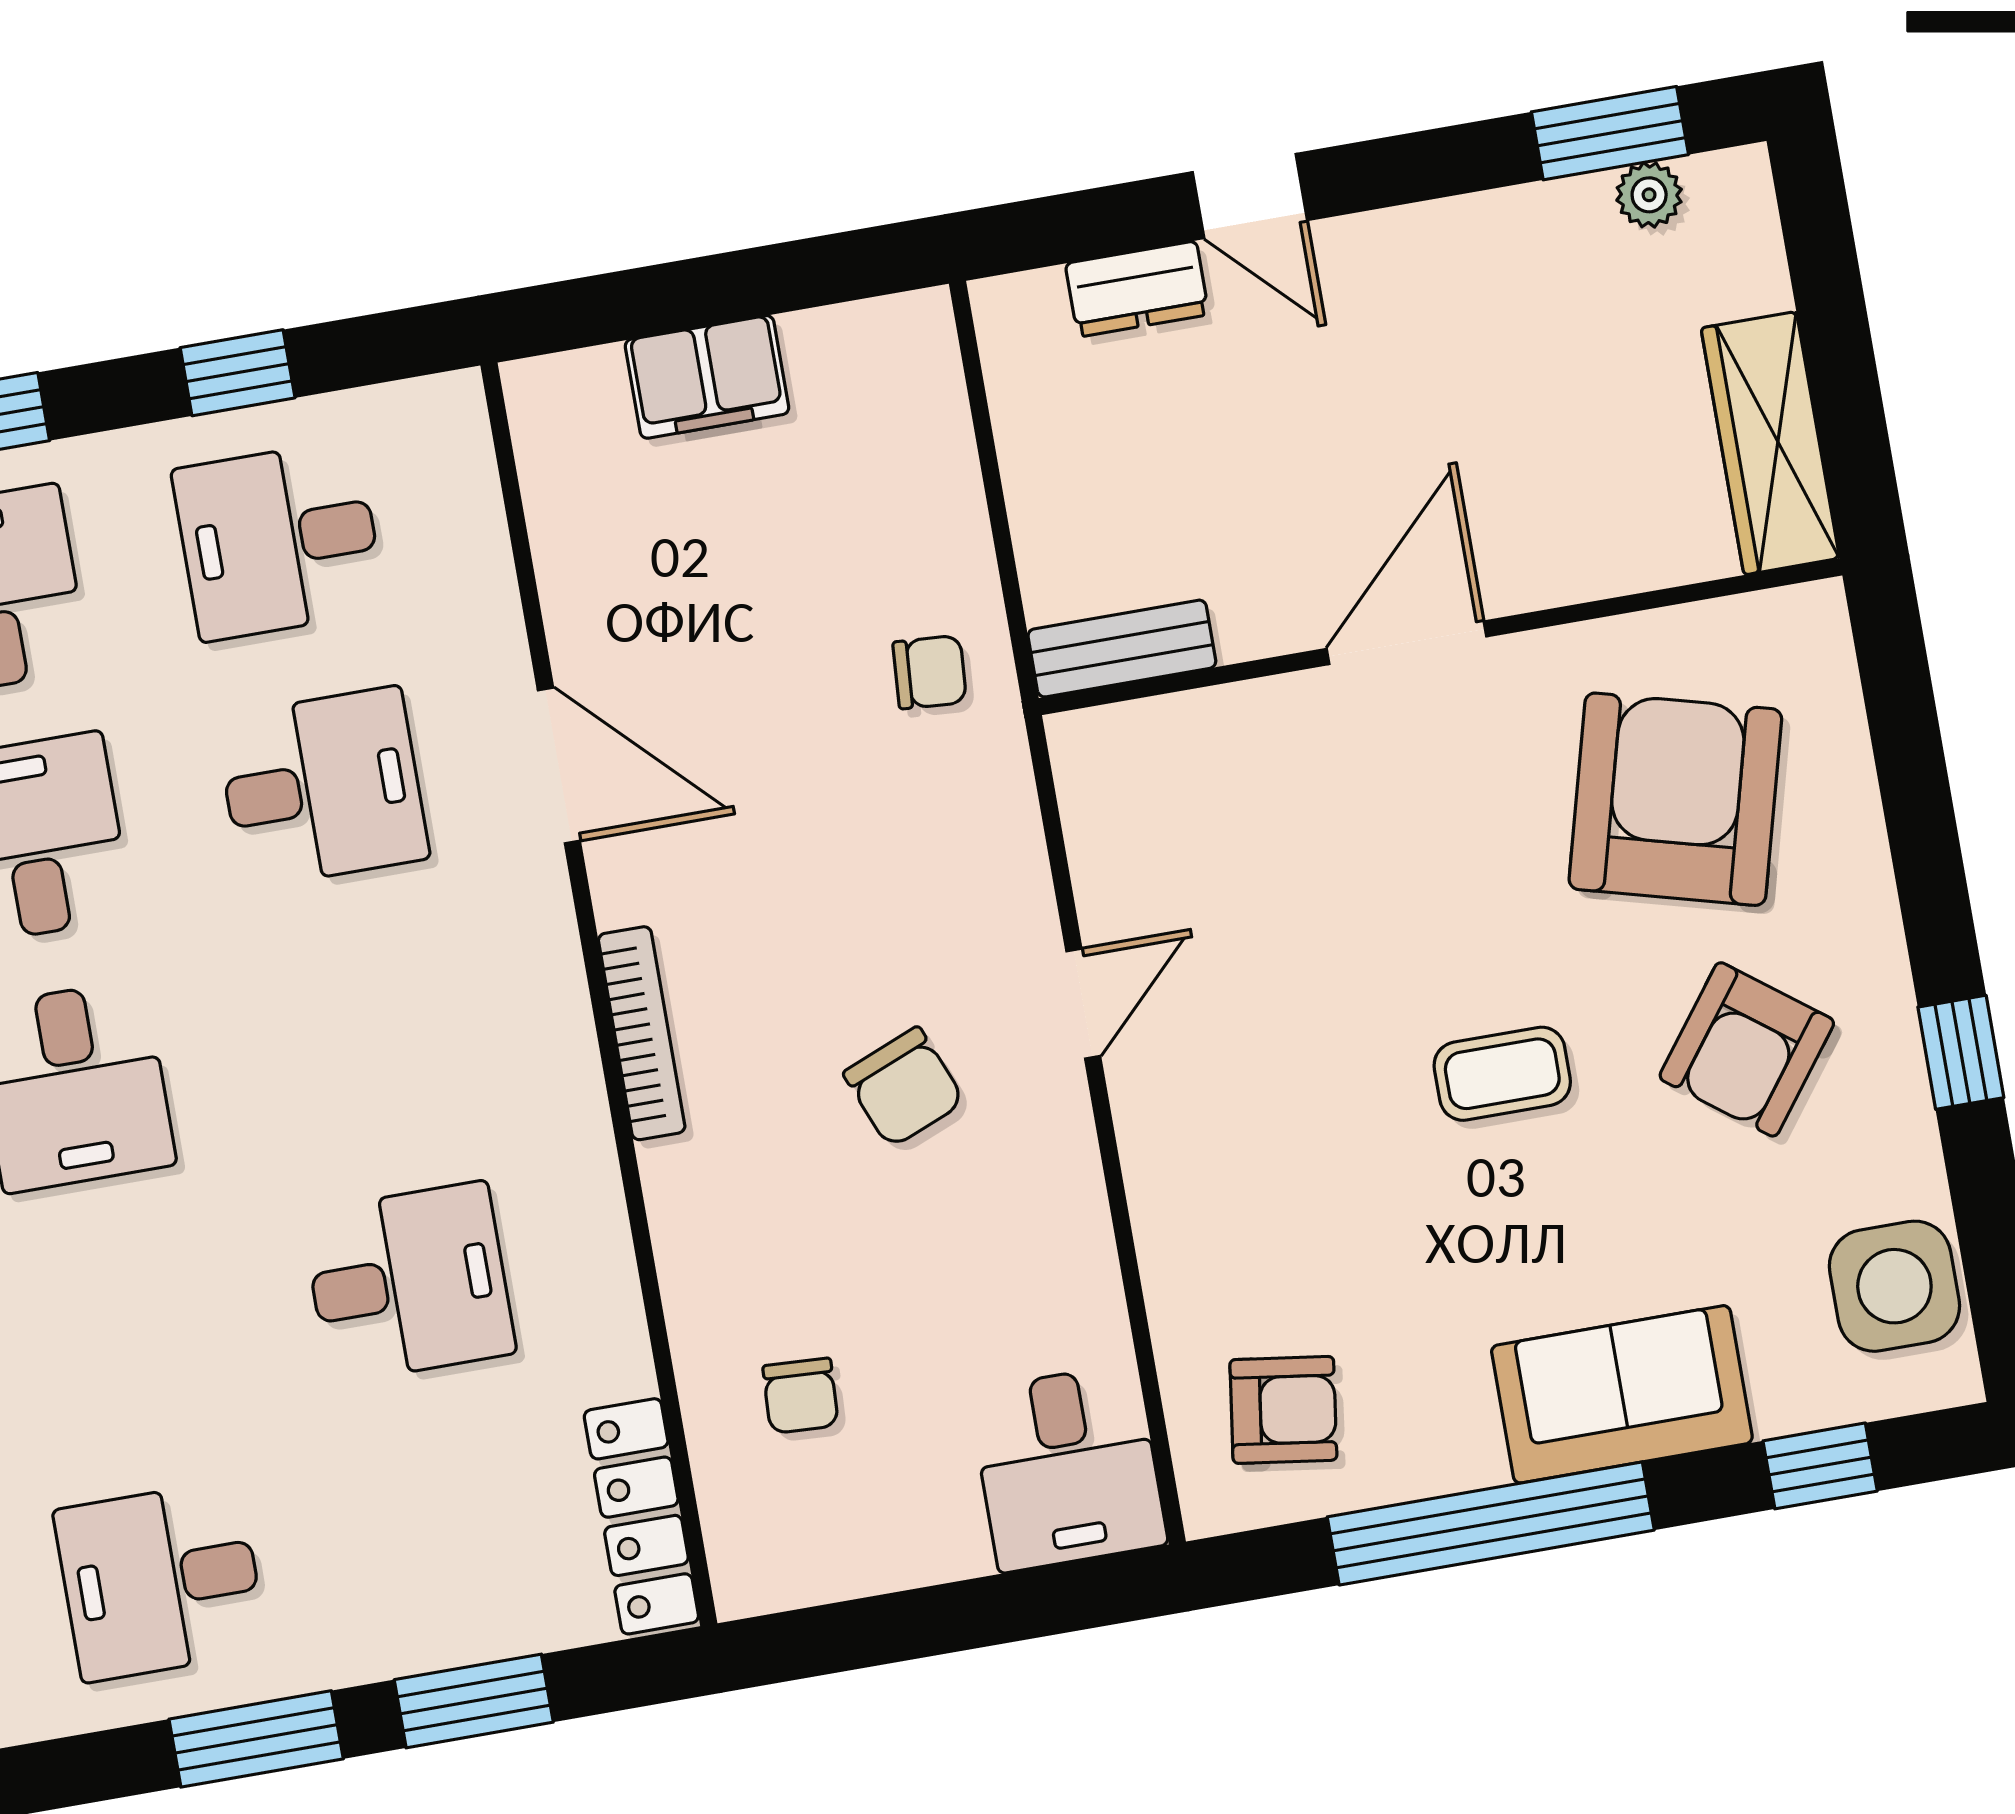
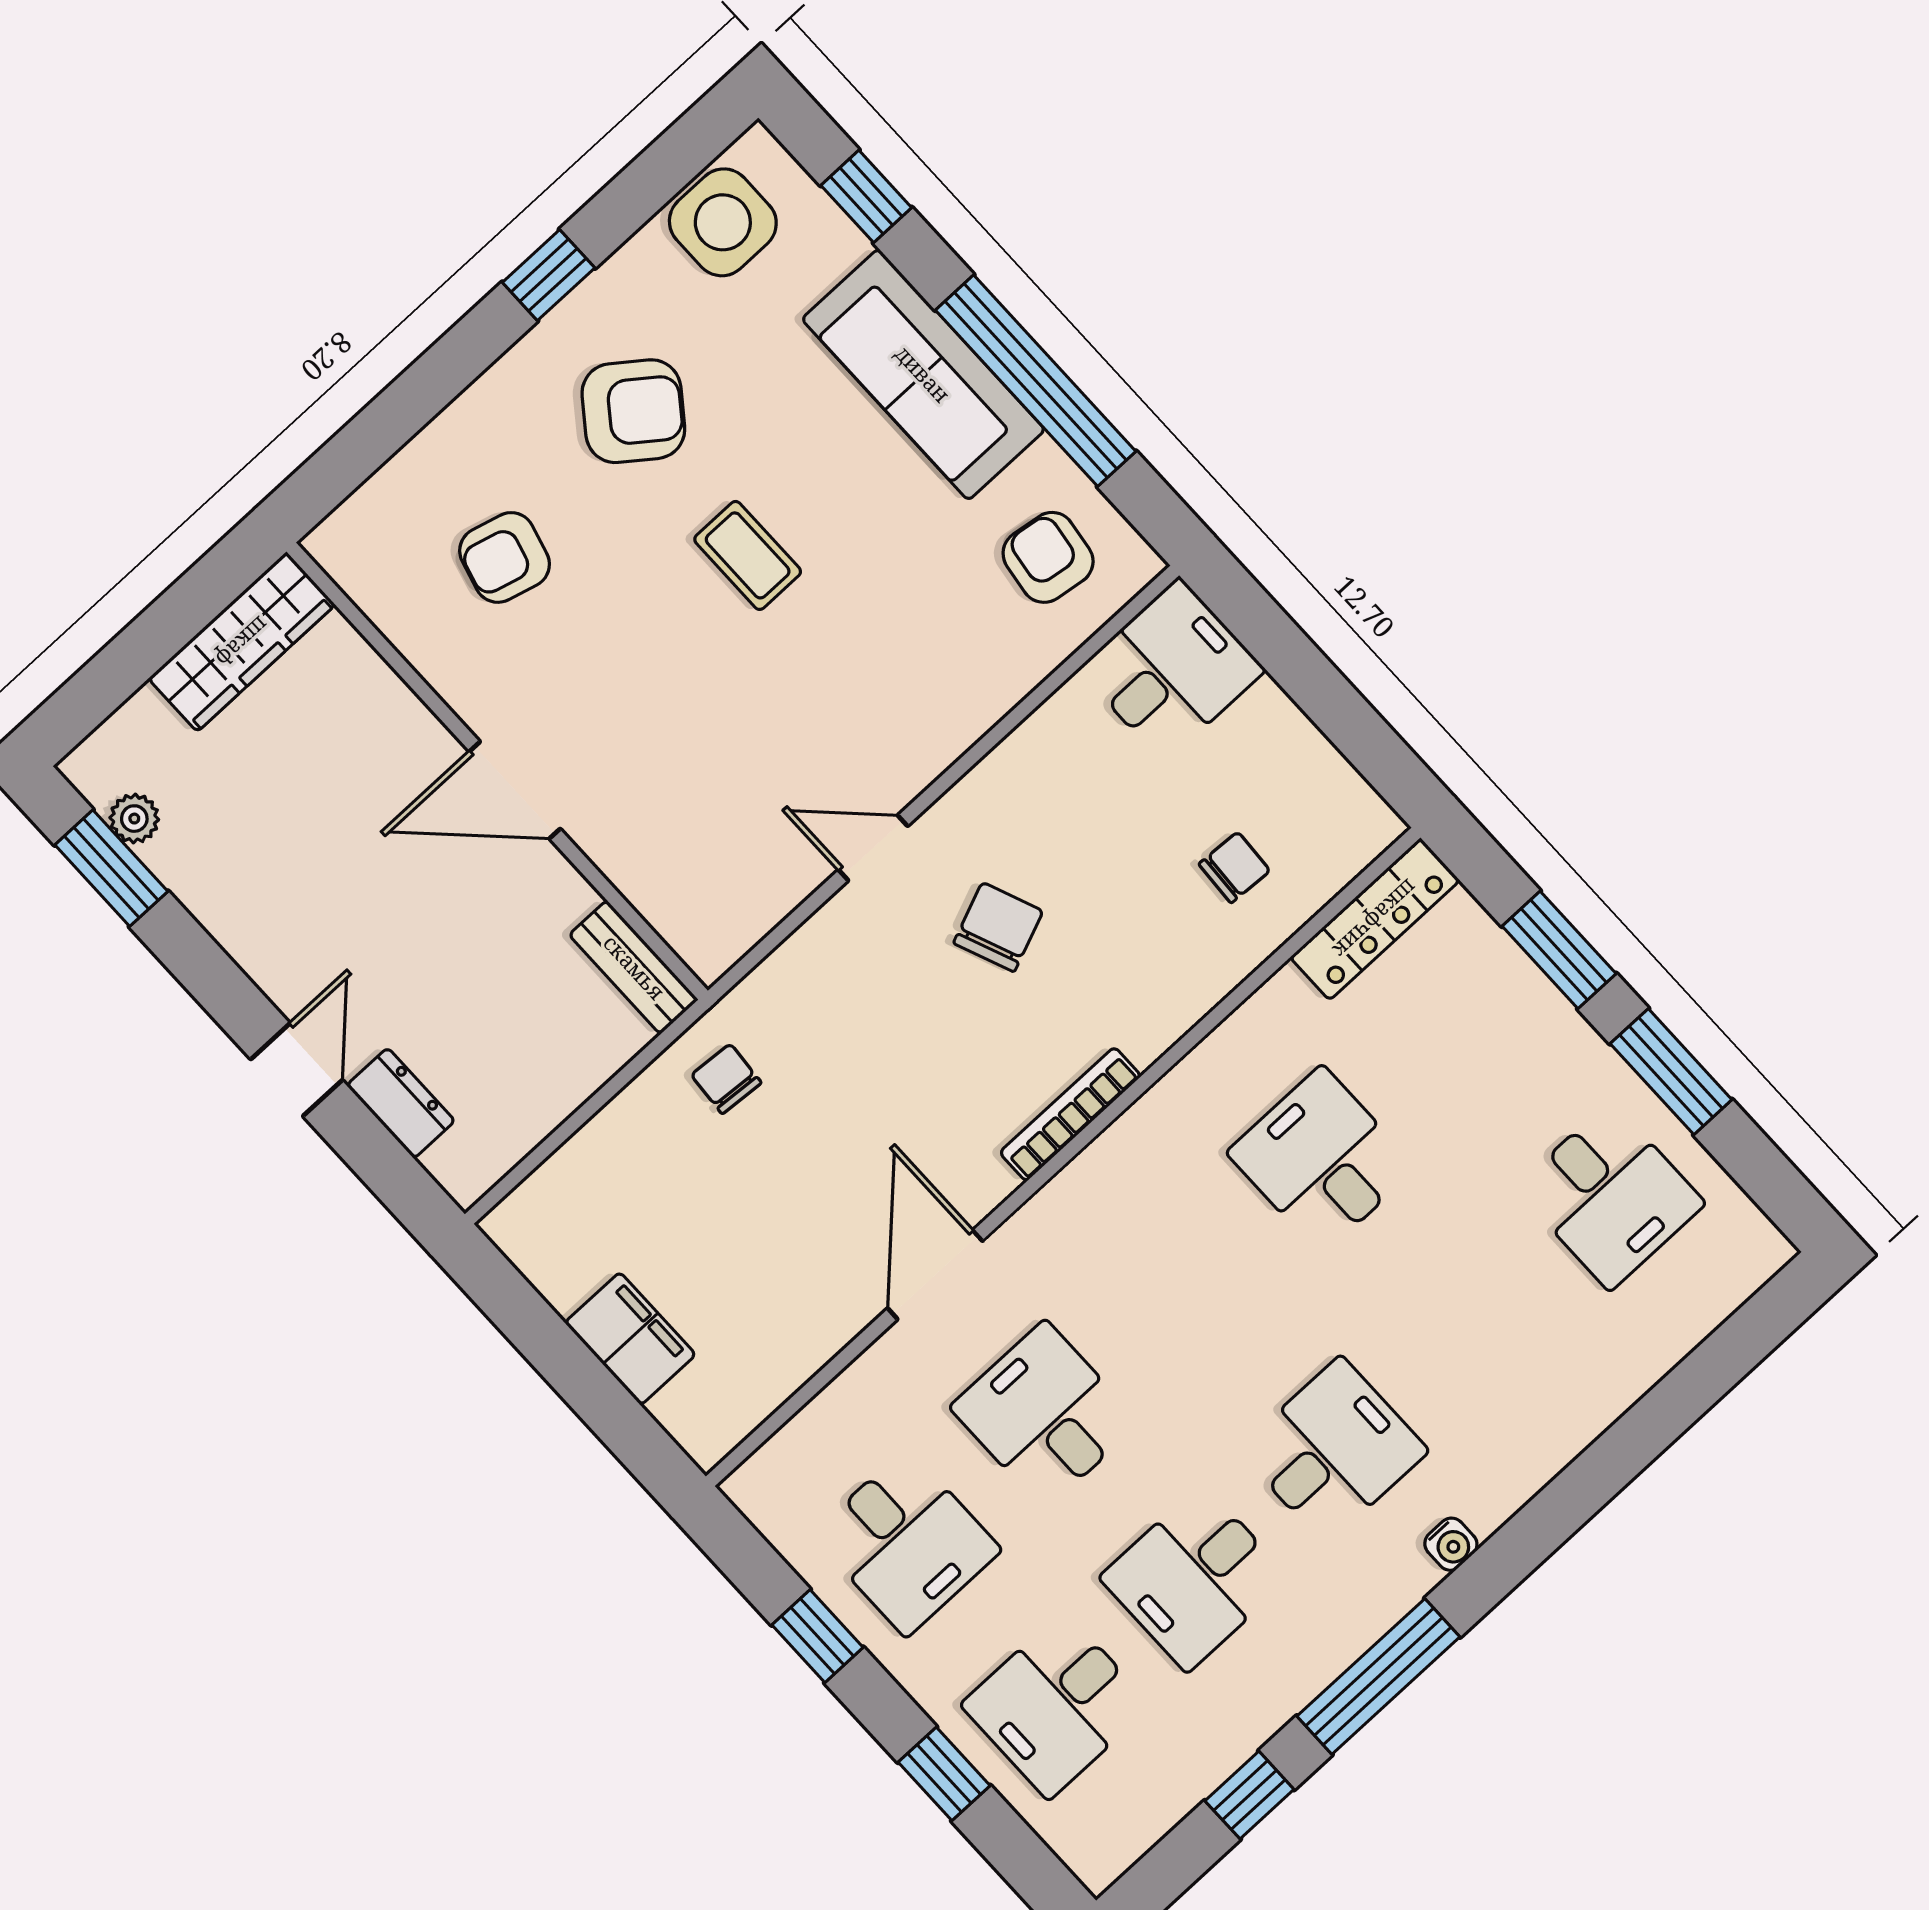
armchair: (1675, 799) -> (505, 557), width x0.53, depth x0.53
sofa: (1622, 1394) -> (923, 374), width x1.36

